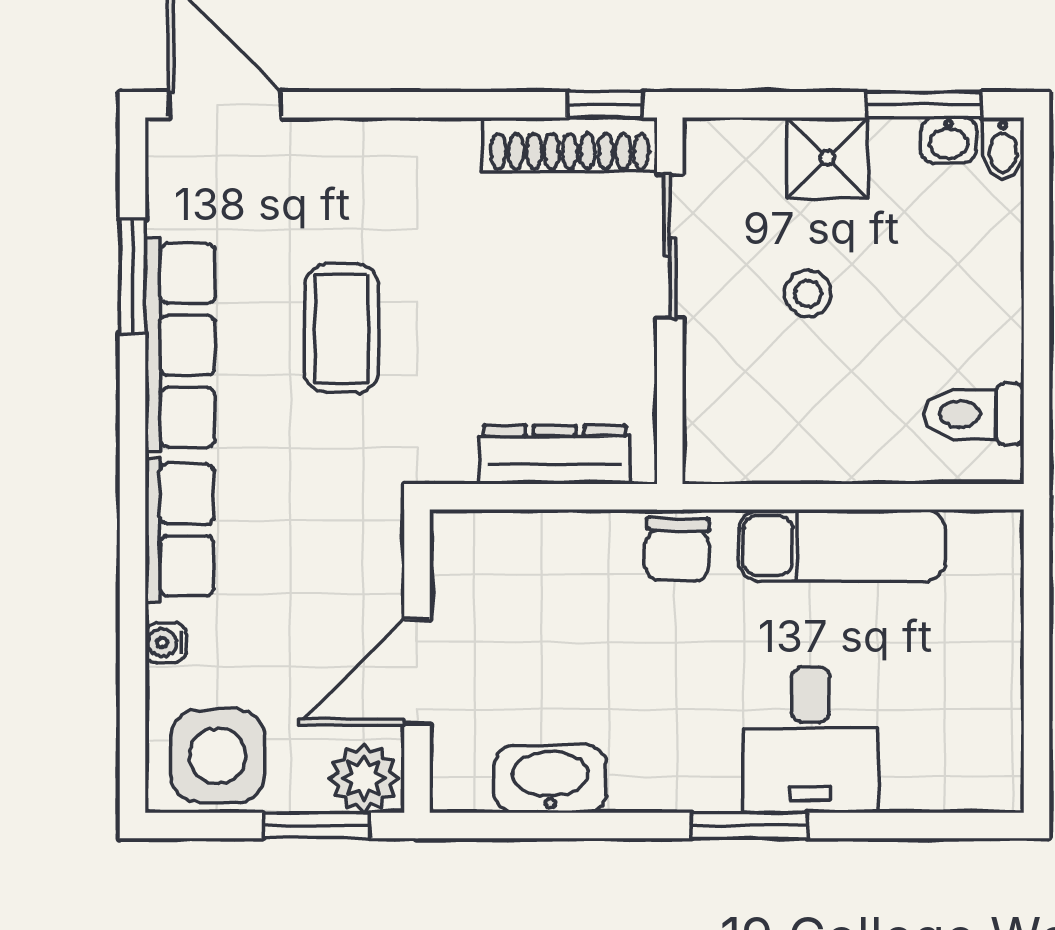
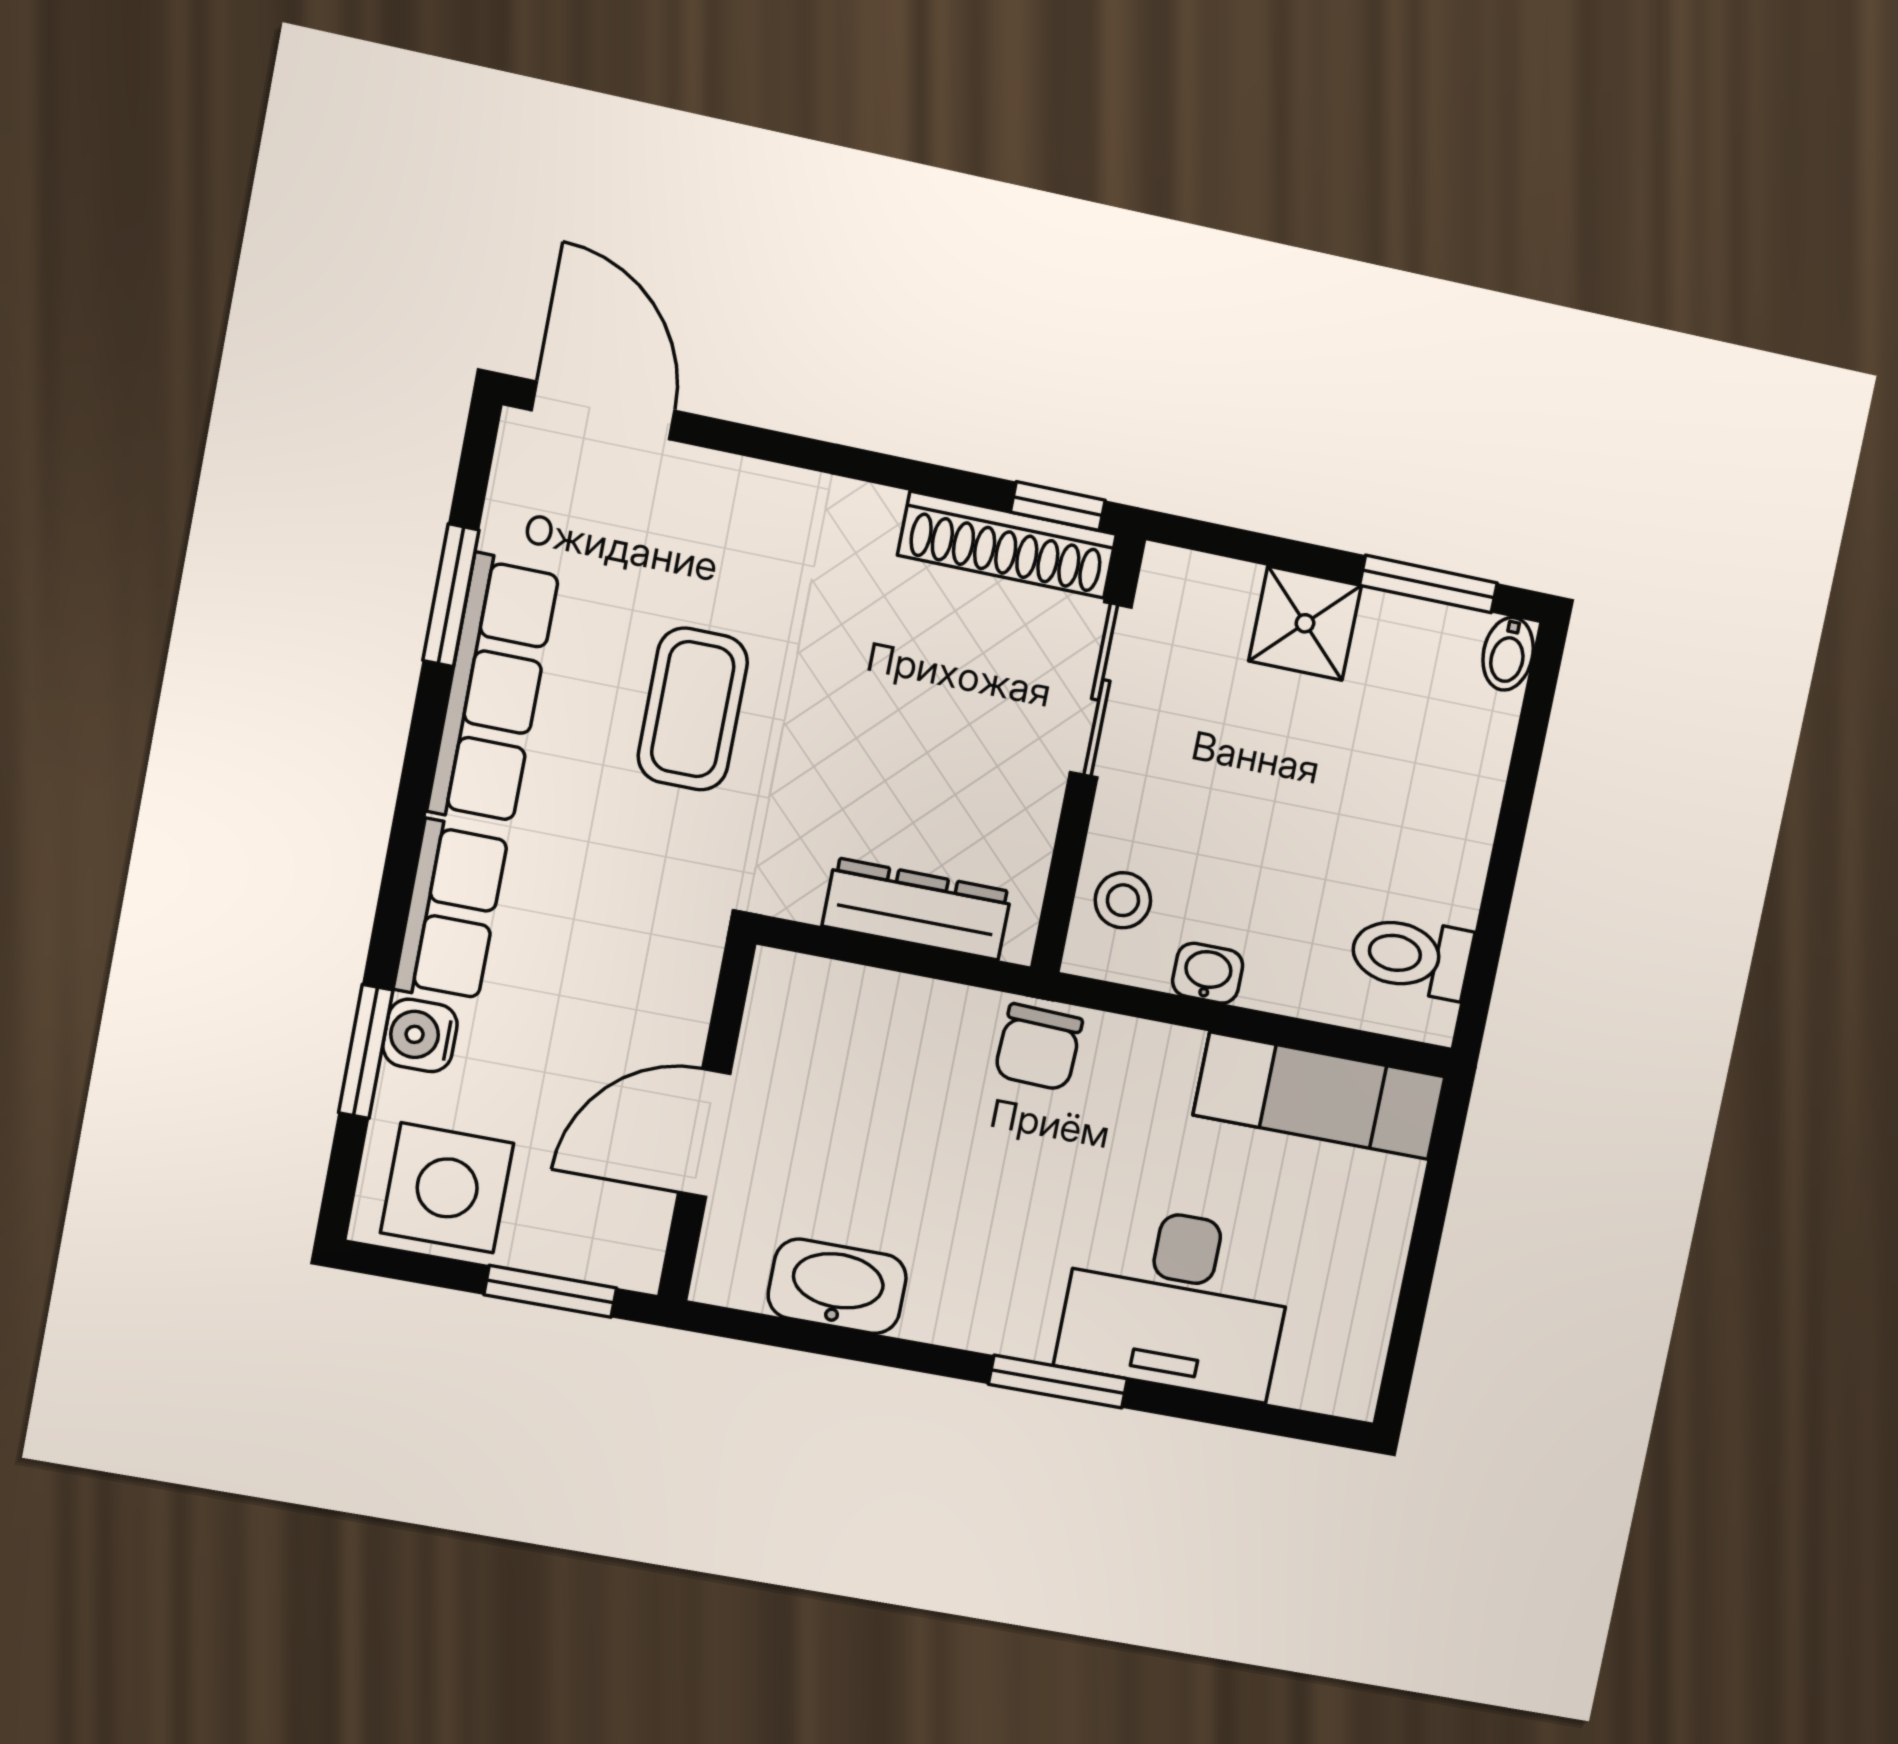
washbasin: (949, 140) -> (1208, 973), moved, turned 180
stool: (808, 293) -> (1123, 900), moved
exam couch: (842, 545) -> (1319, 1096), moved
water cooler: (165, 643) -> (420, 1035), width x1.38, depth x1.38
window: (132, 656) -> (366, 1052), added
desk: (810, 740) -> (1177, 1301), width x1.37
plant: (364, 778) -> (617, 1246), removed

